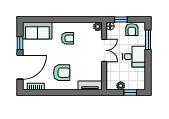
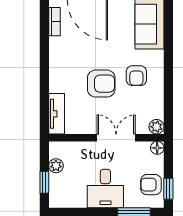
window: (121, 20) -> (168, 189), moved
double door: (104, 50) -> (116, 138), swing flipped
armchair: (62, 73) -> (101, 84), moved, turned -90

